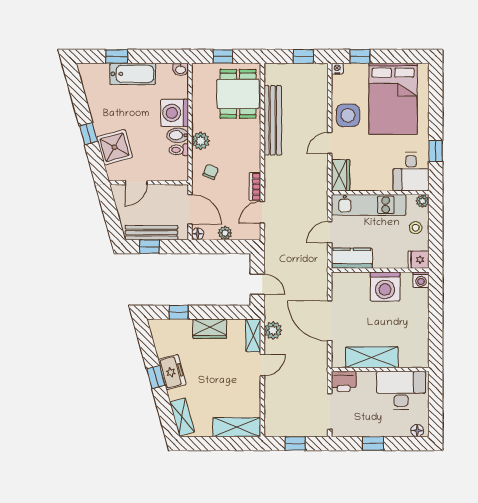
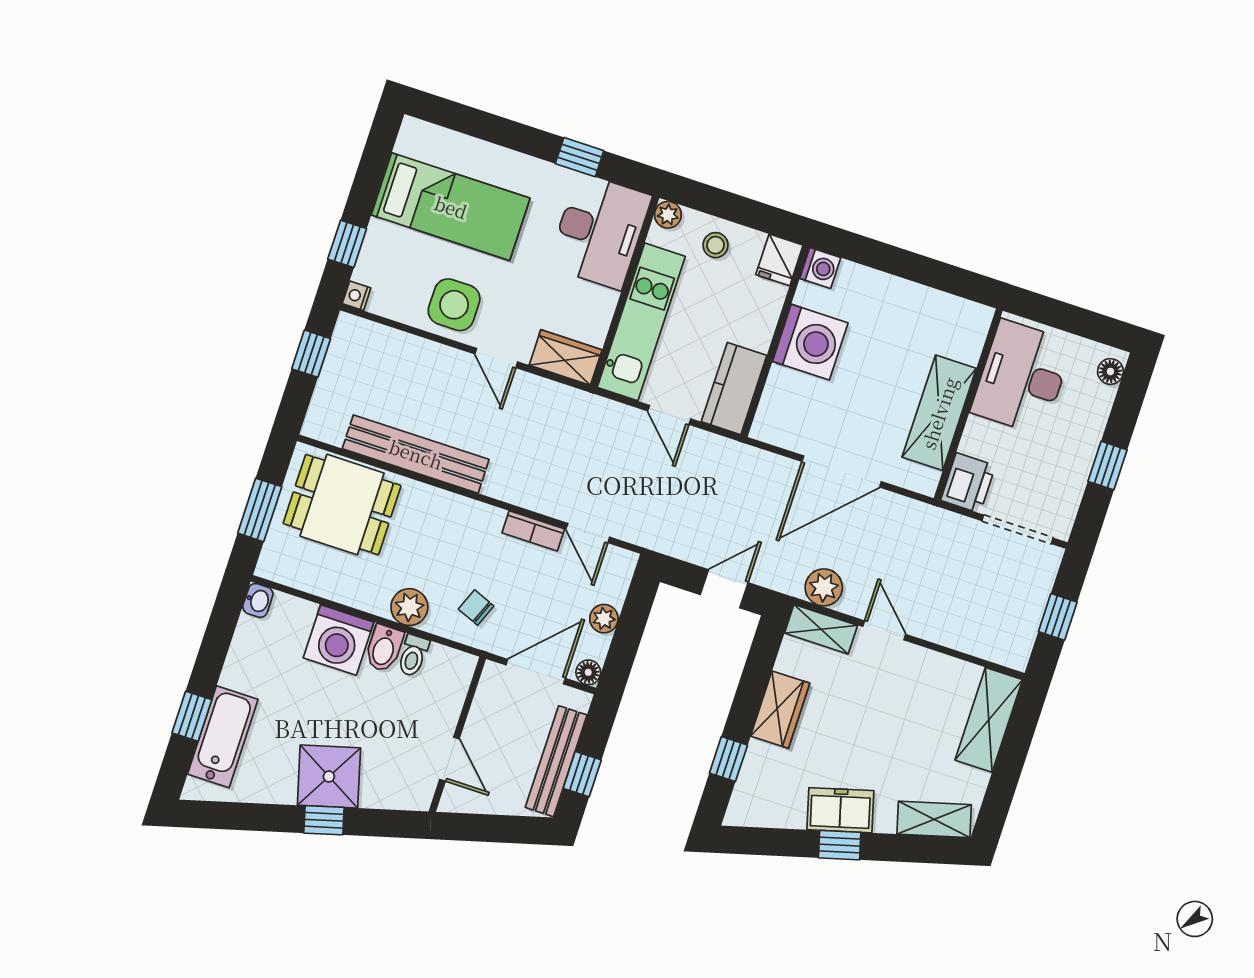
window: (223, 56) -> (260, 510), width x1.50
bathtub: (133, 74) -> (223, 737), moved
bed: (393, 99) -> (451, 207), width x0.67
shower: (115, 147) -> (329, 776), moved
desk: (411, 172) -> (600, 231), width x1.37

